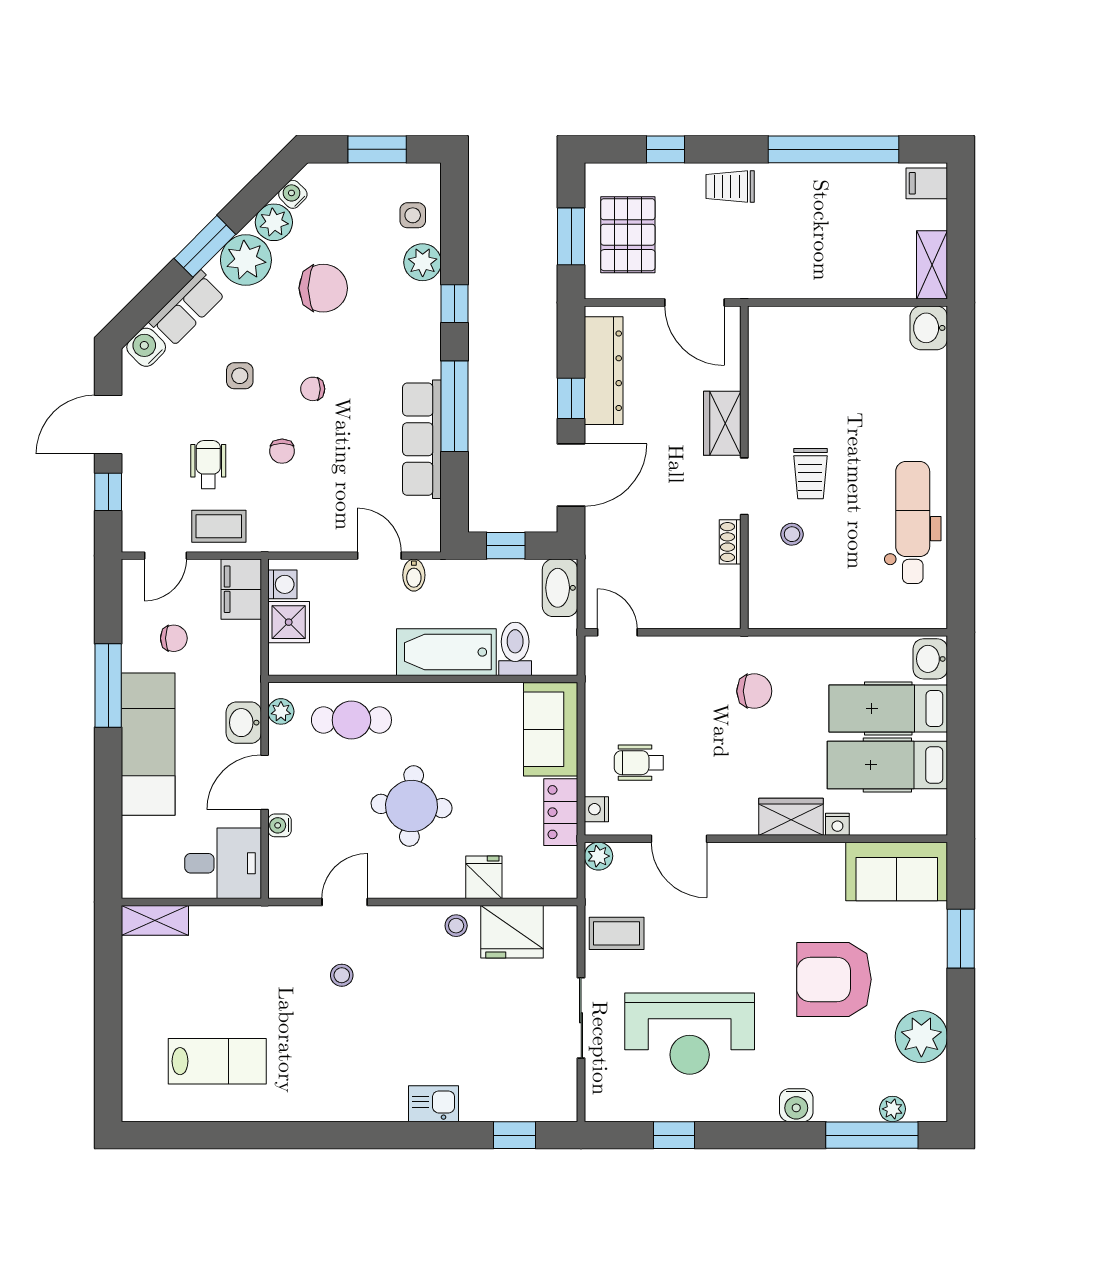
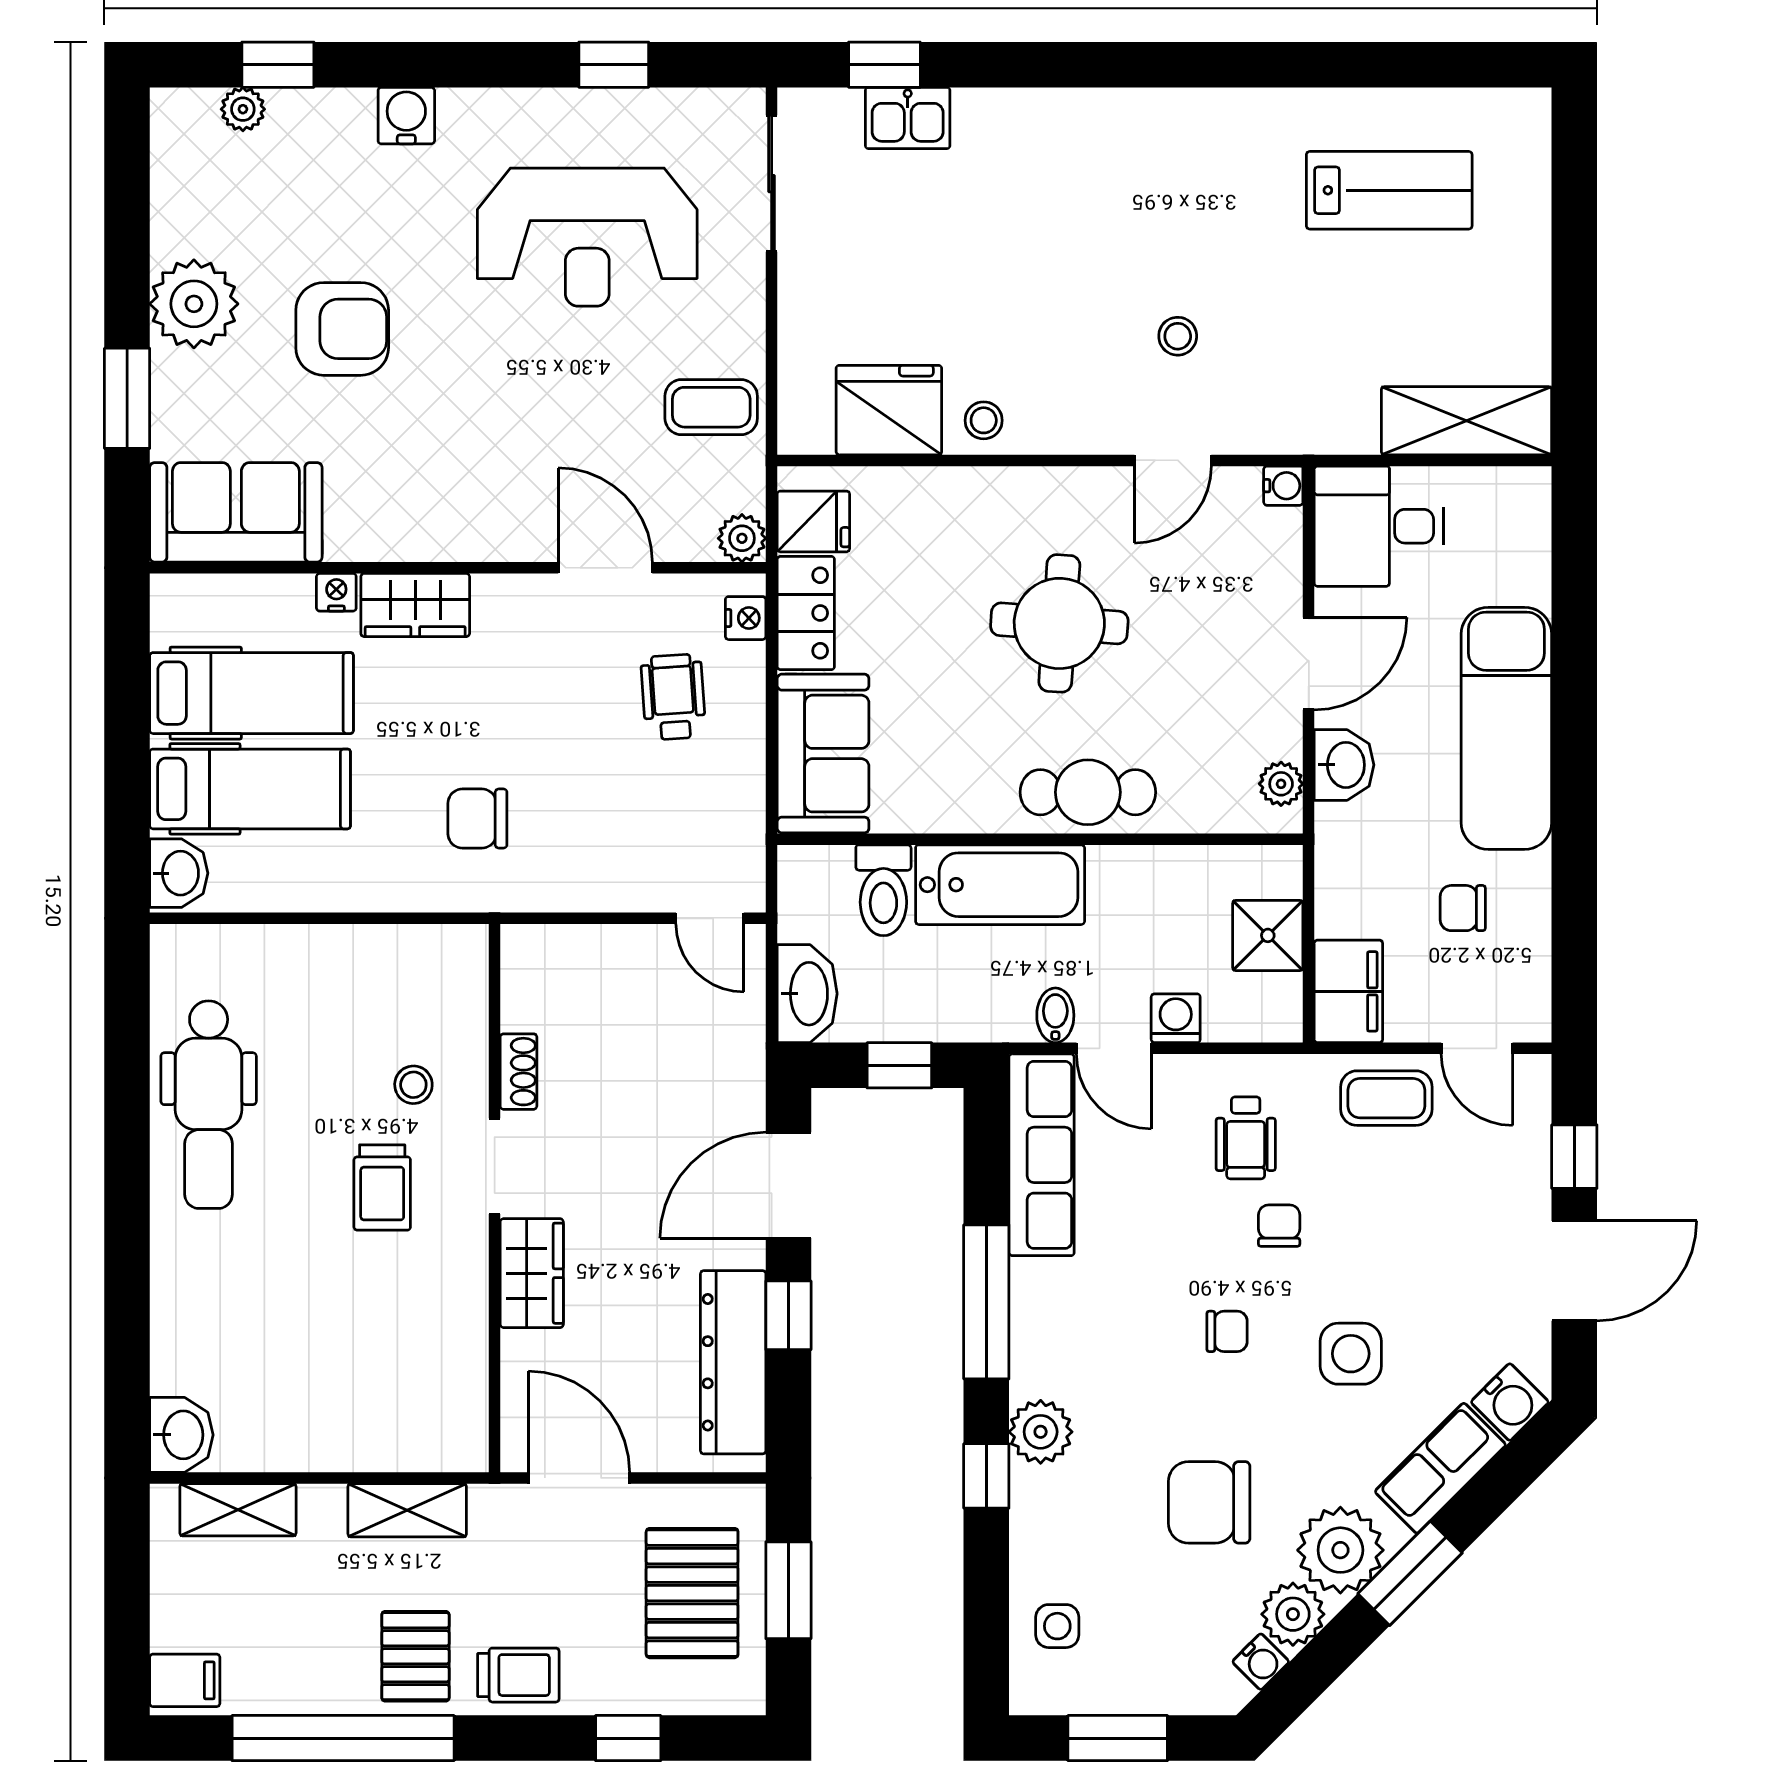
pallet: (791, 198) -> (415, 1656), added
plant: (423, 262) -> (1041, 1432), moved
shelving: (932, 265) -> (238, 1510), moved, turned 90
shelving: (796, 283) -> (407, 1510), added
side table: (240, 376) -> (1351, 1354), width x1.37, depth x1.37
row of seats: (422, 439) -> (1042, 1155), moved
wheelchair: (208, 465) -> (1246, 1138), moved
trolley: (810, 474) -> (382, 1188), turned 180
door: (165, 556) -> (1477, 1048), swing flipped
washing machine: (282, 584) -> (1176, 1018), moved, turned 90
window: (108, 686) -> (1574, 828), removed
cafe table: (351, 720) -> (1088, 792), moved
wheelchair: (639, 763) -> (673, 697), turned -94
water cooler: (280, 825) -> (1283, 486), moved
fridge: (484, 877) -> (813, 521), moved, turned -90
shelving: (155, 920) -> (1466, 421), width x1.50, depth x1.33
armchair: (834, 979) -> (342, 329), width x0.73, depth x0.73
sliding door: (581, 1018) -> (772, 184), moved
reception desk: (690, 1034) -> (587, 237), turned 180
plant: (921, 1037) -> (194, 304), moved
lab bench: (217, 1061) -> (1389, 190), turned 180
kitchen sink: (434, 1104) -> (908, 118), moved
window: (872, 1135) -> (278, 65), width x0.46

